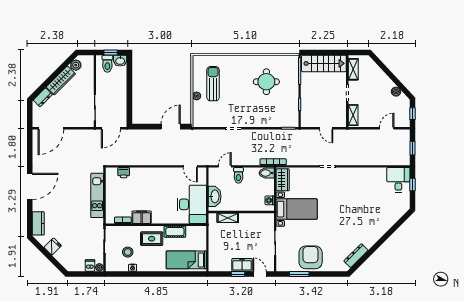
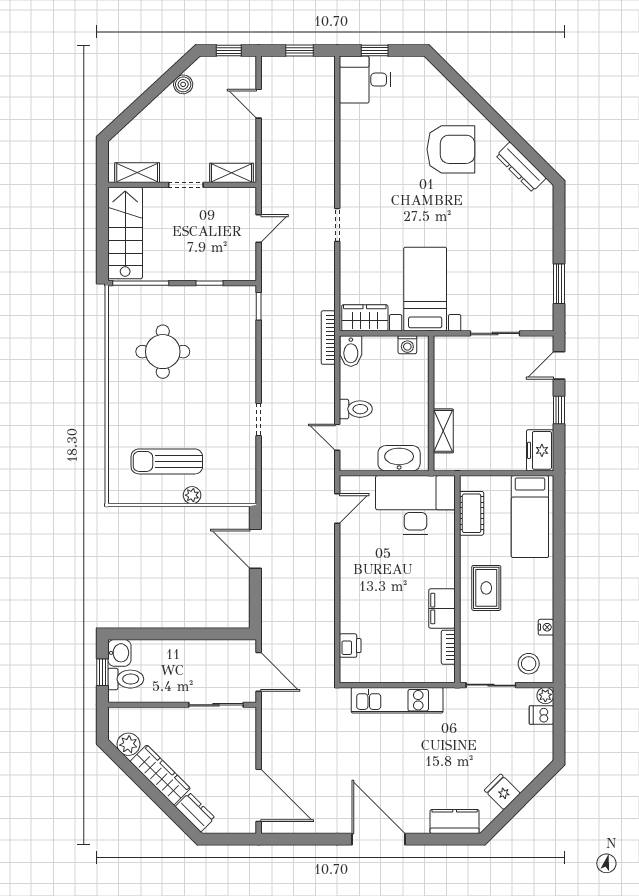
cot: (175, 232) -> (472, 513), moved
stool: (128, 252) -> (529, 664), moved
armchair: (311, 257) -> (451, 149), moved, turned 180
freezer: (242, 265) -> (540, 450), moved

